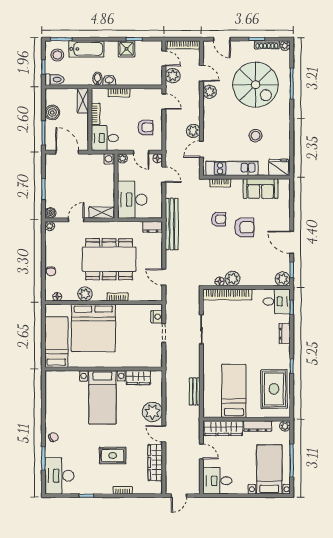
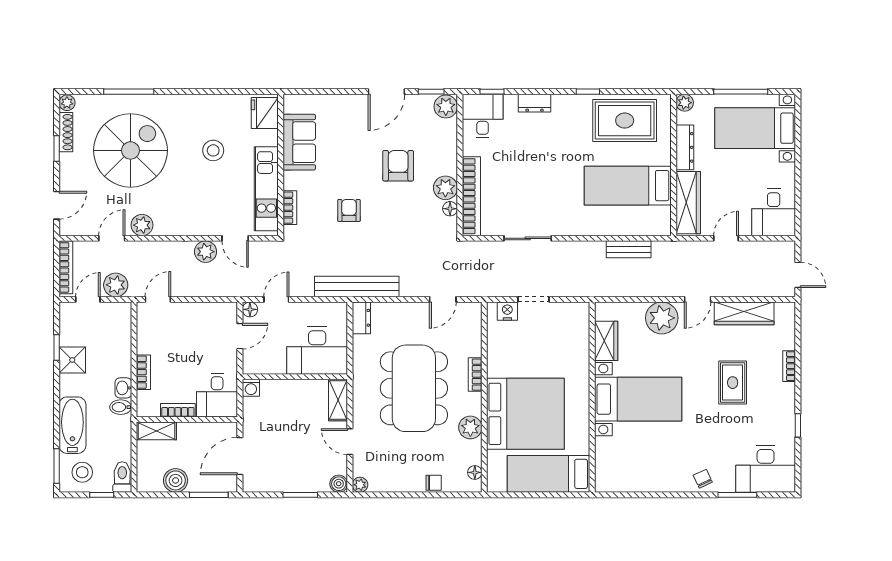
armchair: (145, 127) -> (200, 329), removed
plant: (123, 158) -> (250, 366), removed
armchair: (244, 227) -> (398, 166), moved

